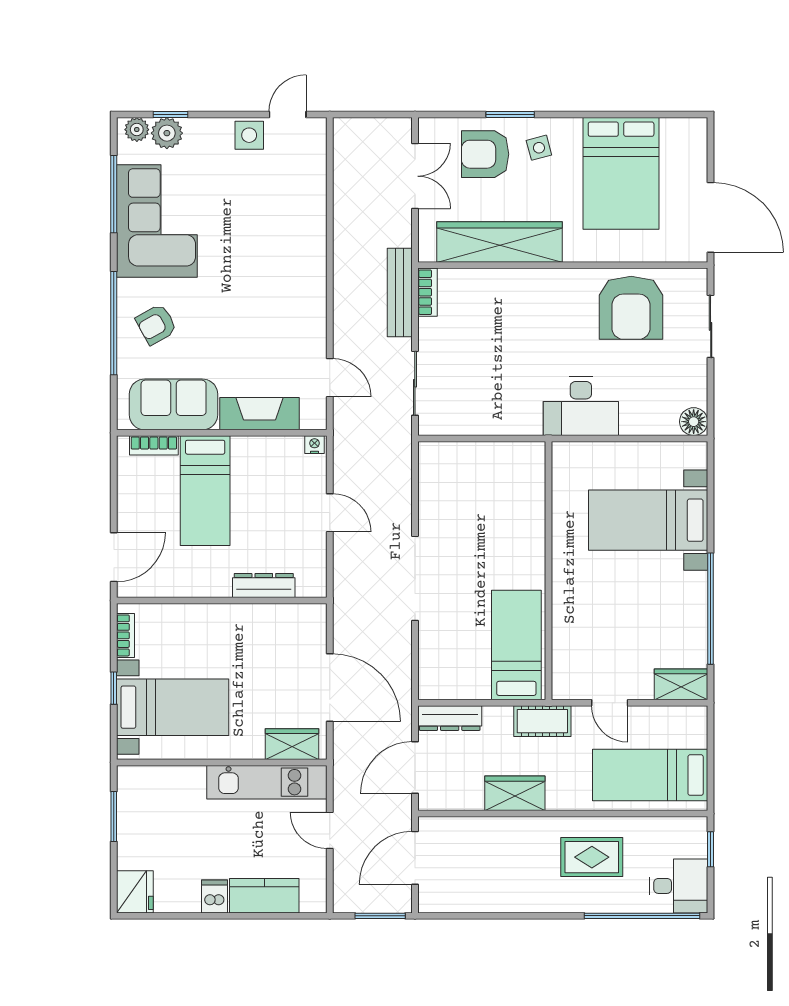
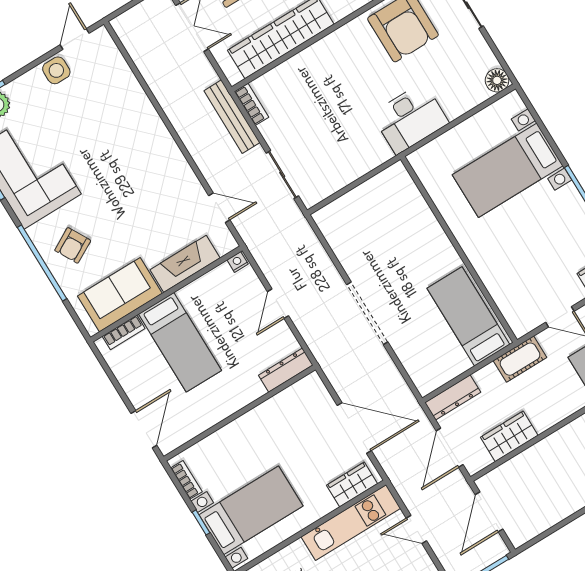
door: (330, 513) -> (278, 304), swing flipped
dresser: (264, 585) -> (286, 370), moved
wardrobe: (515, 793) -> (509, 436), moved

